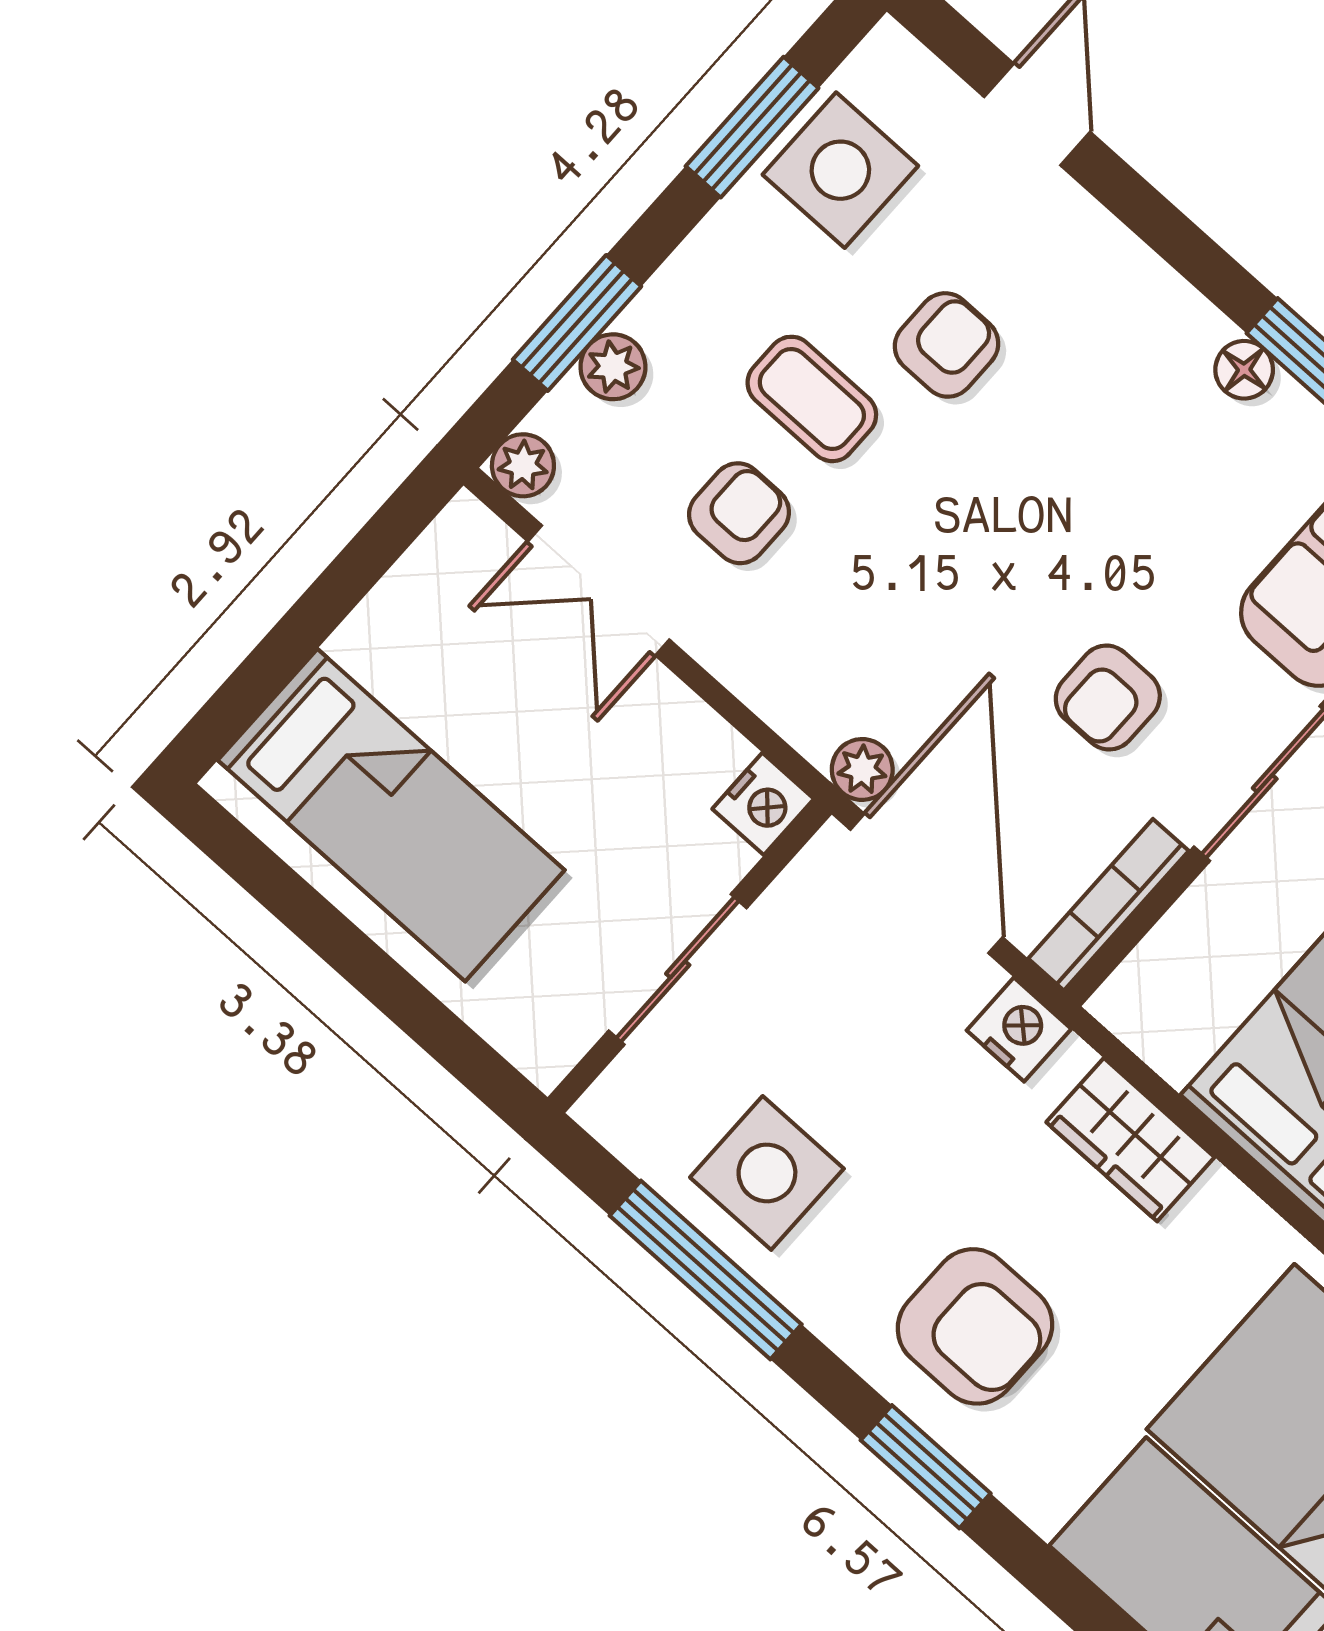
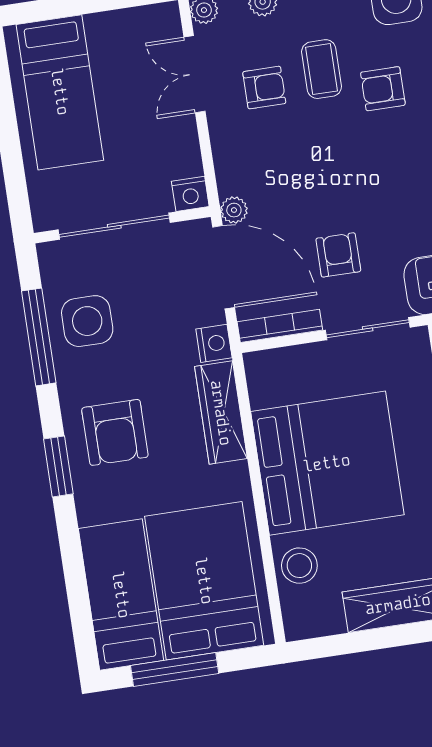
armchair: (947, 345) -> (383, 89), turned 180
armchair: (1108, 698) -> (338, 255), turned 90
door: (926, 884) -> (224, 267), hinge flipped
sliding door: (678, 969) -> (114, 226), width x1.37
wardrobe: (1130, 1140) -> (221, 413), width x1.50

